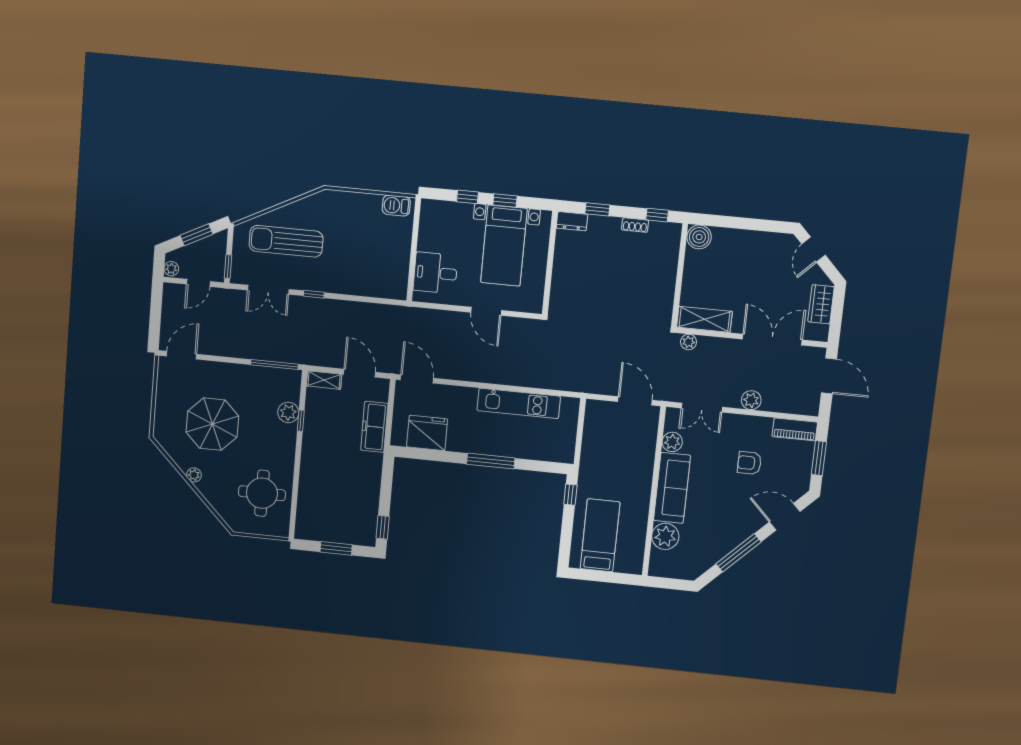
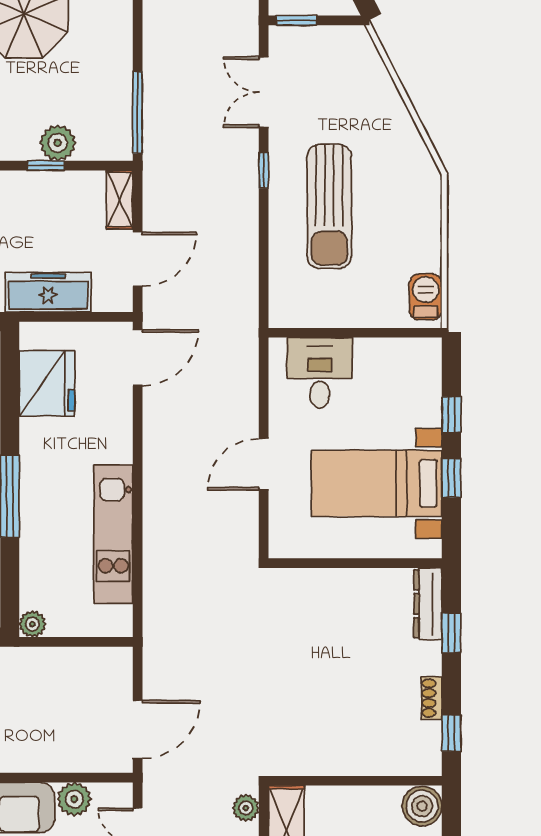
dresser: (572, 221) -> (428, 604), width x1.44
sun lounger: (286, 241) -> (329, 206), moved, turned 180
plant: (567, 456) -> (32, 624), added

